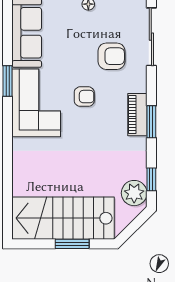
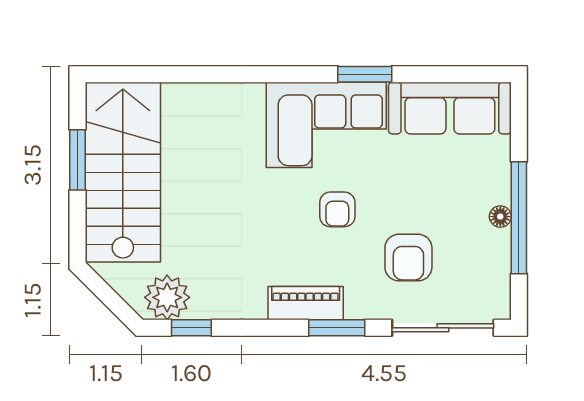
window: (151, 122) -> (337, 328), moved
window: (72, 244) -> (78, 160), moved

